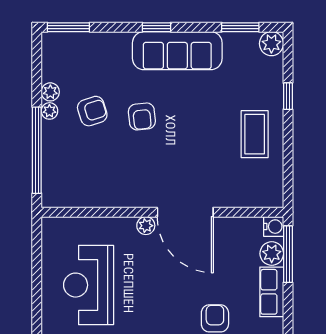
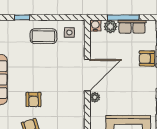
armchair: (142, 116) -> (34, 99), turned 96
side table: (261, 180) -> (69, 33), added
window: (288, 254) -> (123, 17), moved

